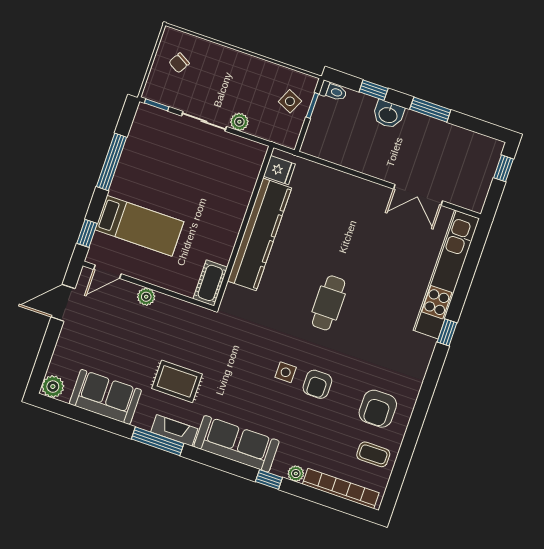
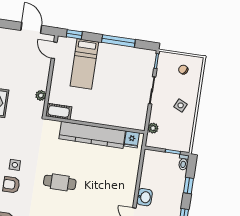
side table: (290, 101) -> (181, 105), moved
washbasin: (388, 114) -> (144, 197), moved, turned 180
plant: (239, 122) -> (153, 128), moved
plant: (146, 297) -> (41, 95), moved

